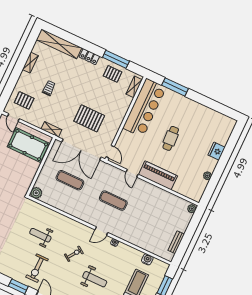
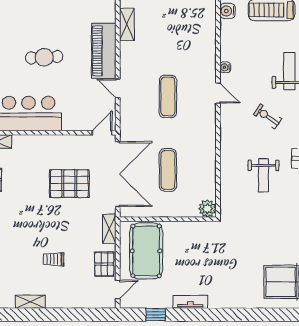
pallet: (24, 100) -> (104, 264), moved
pallet: (89, 118) -> (69, 184), turned 90
door: (132, 173) -> (118, 88), swing flipped
shelving: (167, 196) -> (127, 24), added

